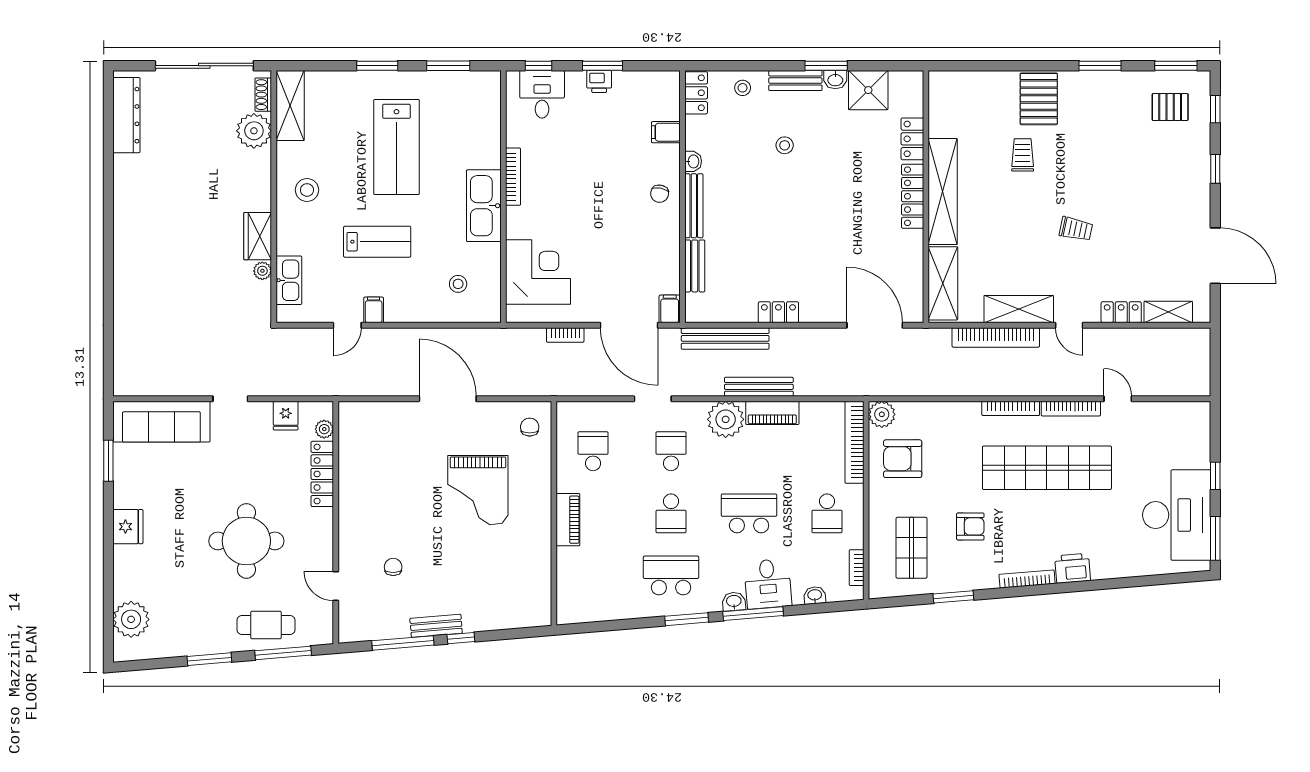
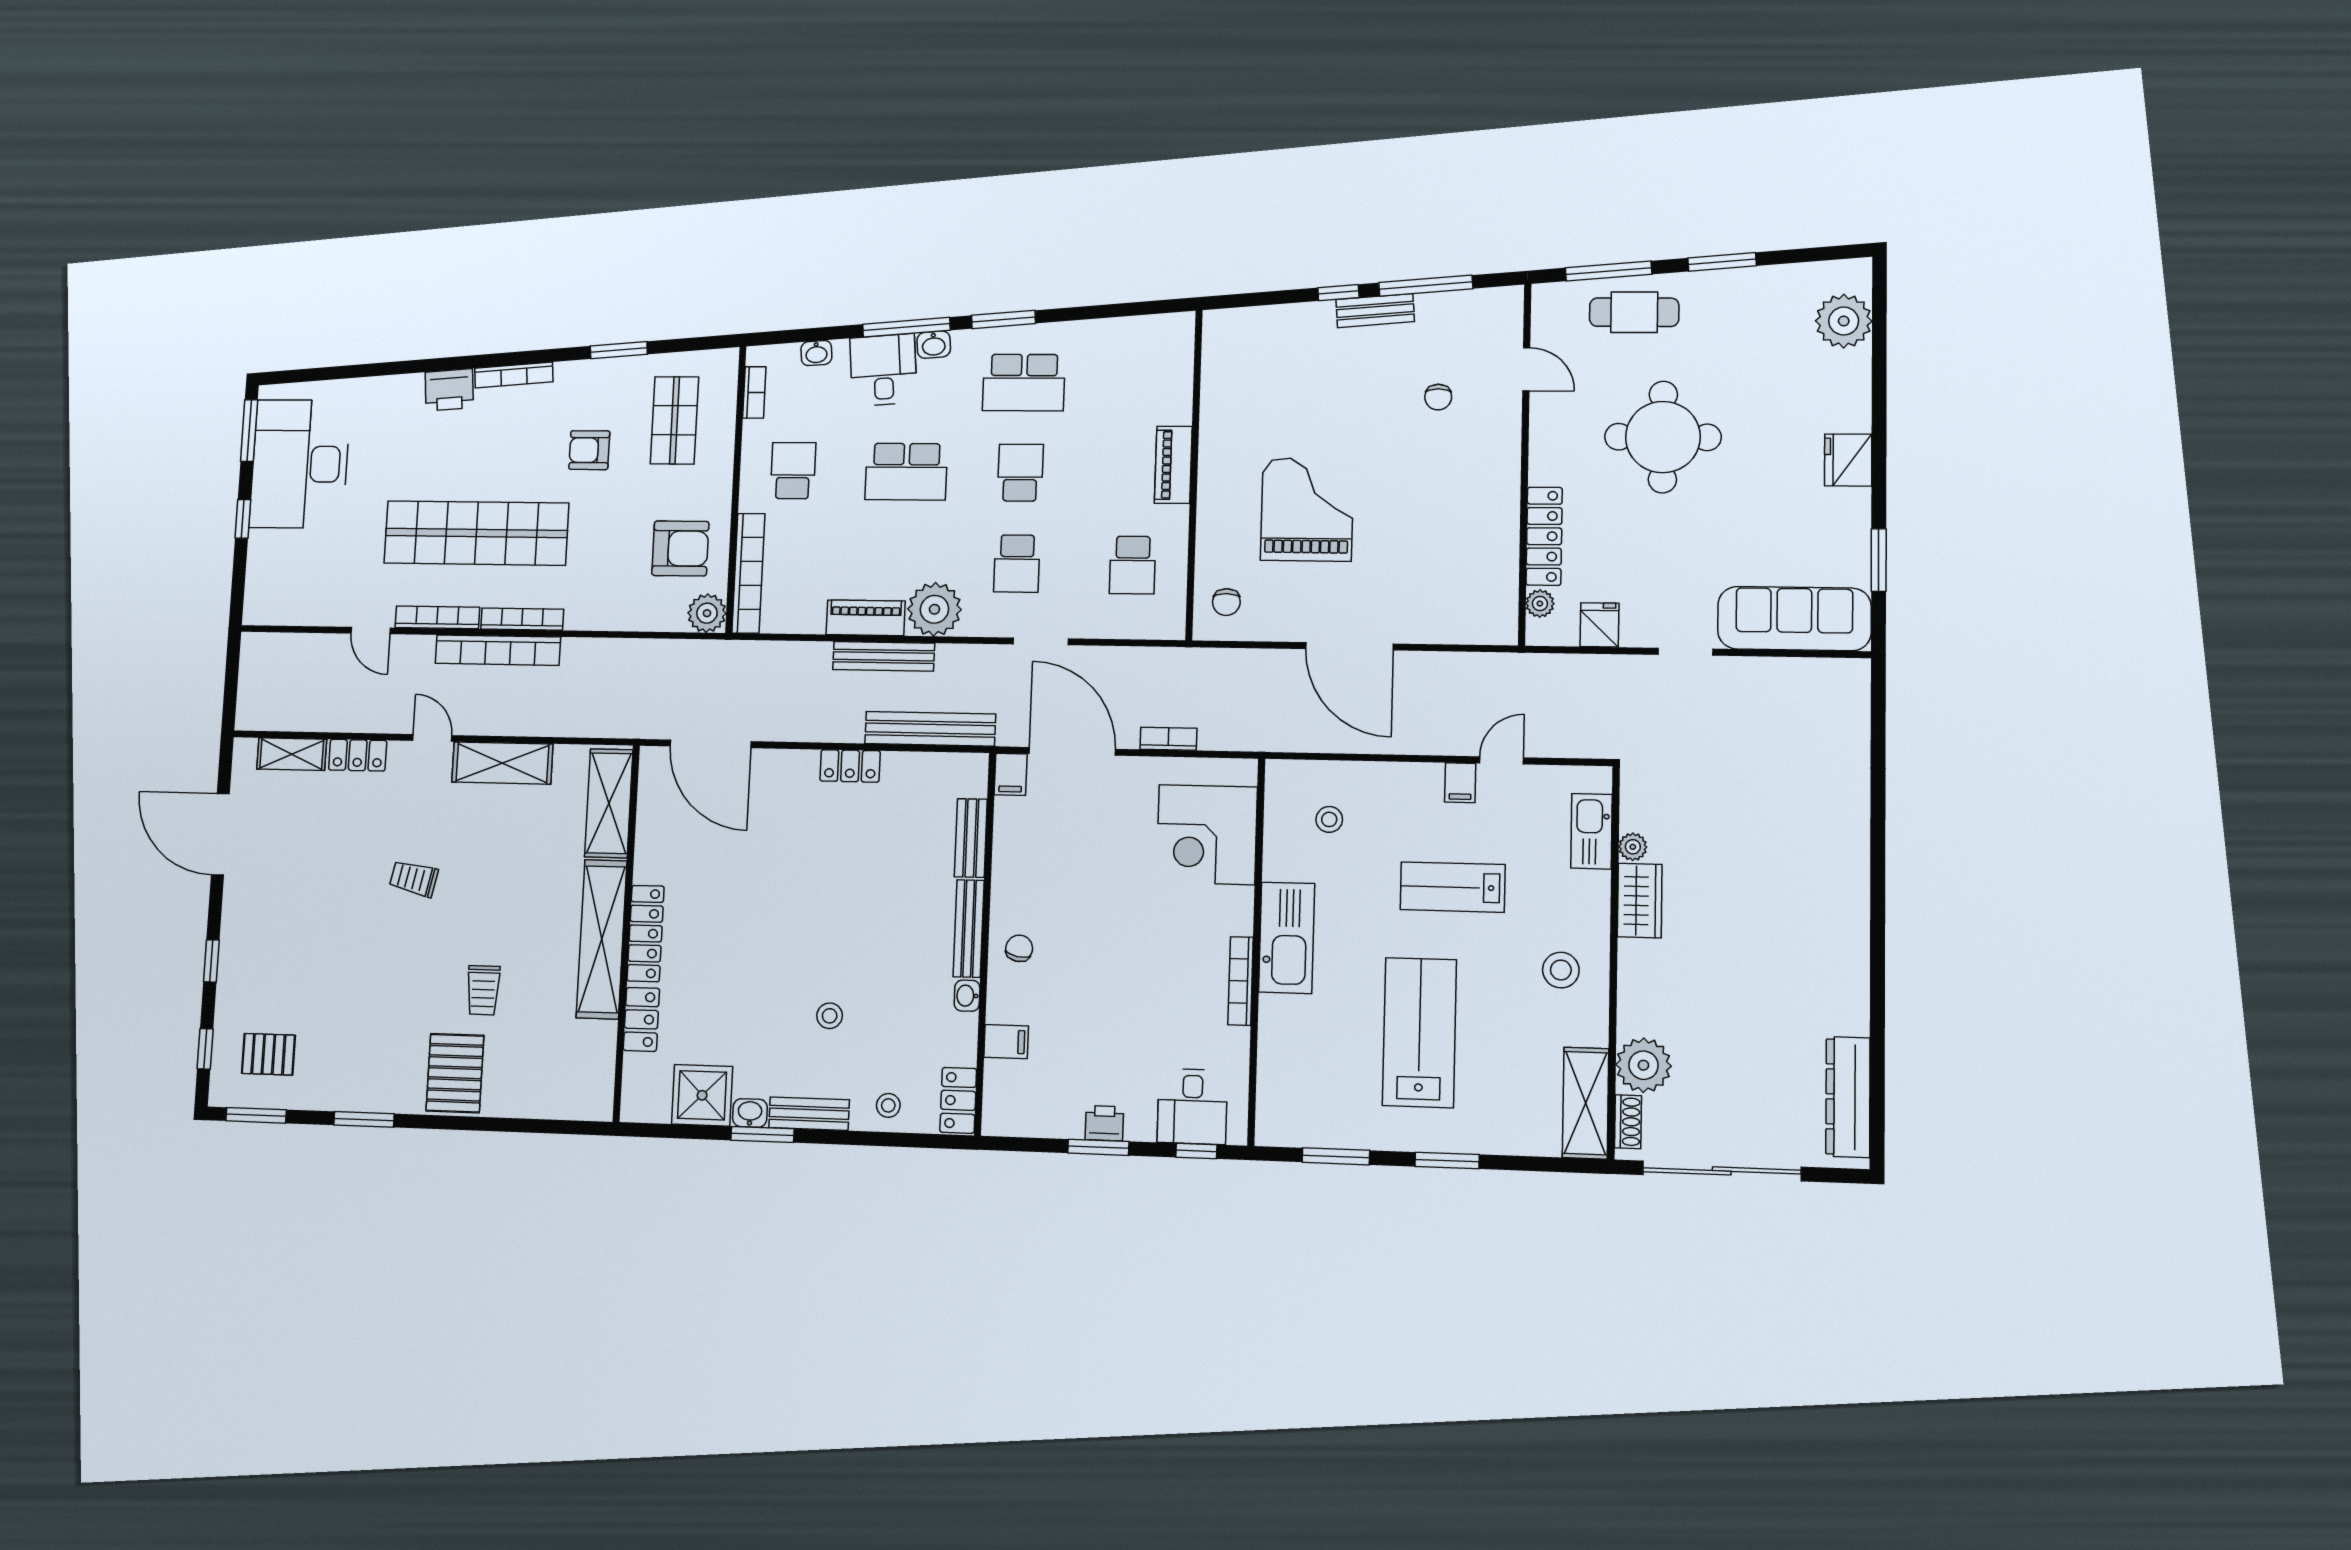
bookcase: (996, 337) -> (498, 650), moved, turned 180

